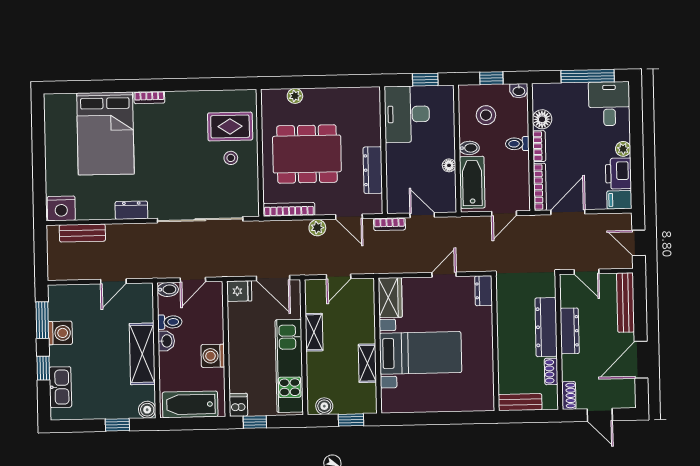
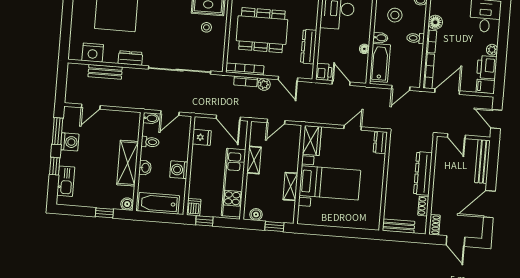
printer: (397, 202) -> (324, 72), added
nightstand: (61, 208) -> (93, 53), moved
bookcase: (389, 224) -> (246, 81), moved
bench: (82, 233) -> (105, 72), moved
door: (113, 281) -> (91, 107), moved
fridge: (239, 291) -> (202, 137), moved
dresser: (570, 331) -> (440, 178), removed
washbasin: (166, 341) -> (145, 168), moved

